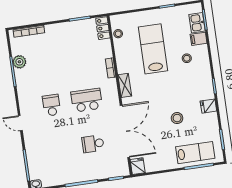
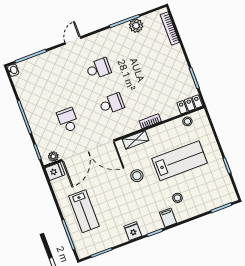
kitchen sink: (197, 23) -> (217, 200), removed
filing cabinet: (199, 39) -> (168, 218), moved
school desk: (87, 100) -> (112, 104), width x0.54
stool: (177, 118) -> (137, 176), moved
lab bench: (195, 153) -> (84, 211), moved
plant: (124, 165) -> (53, 156), added

